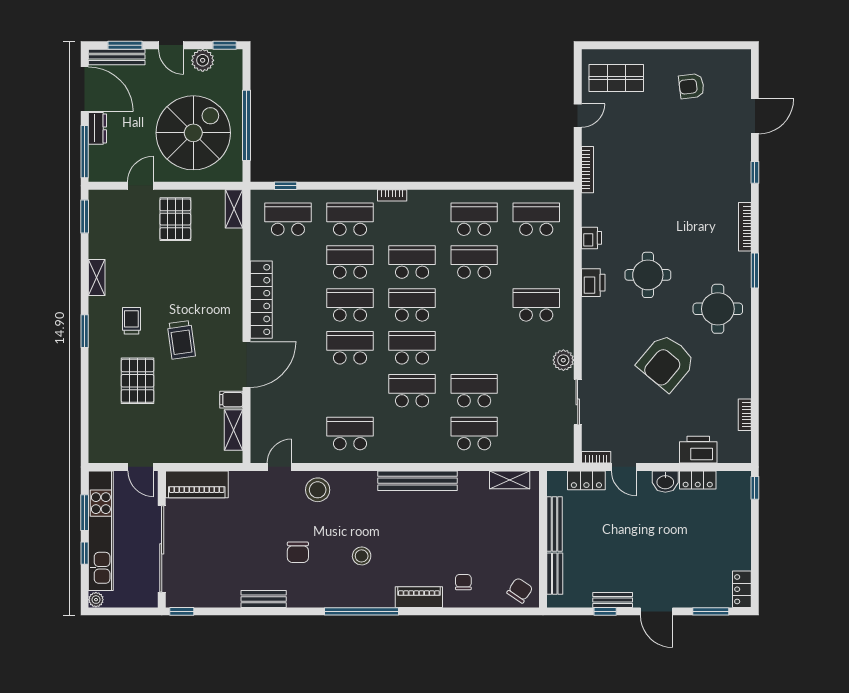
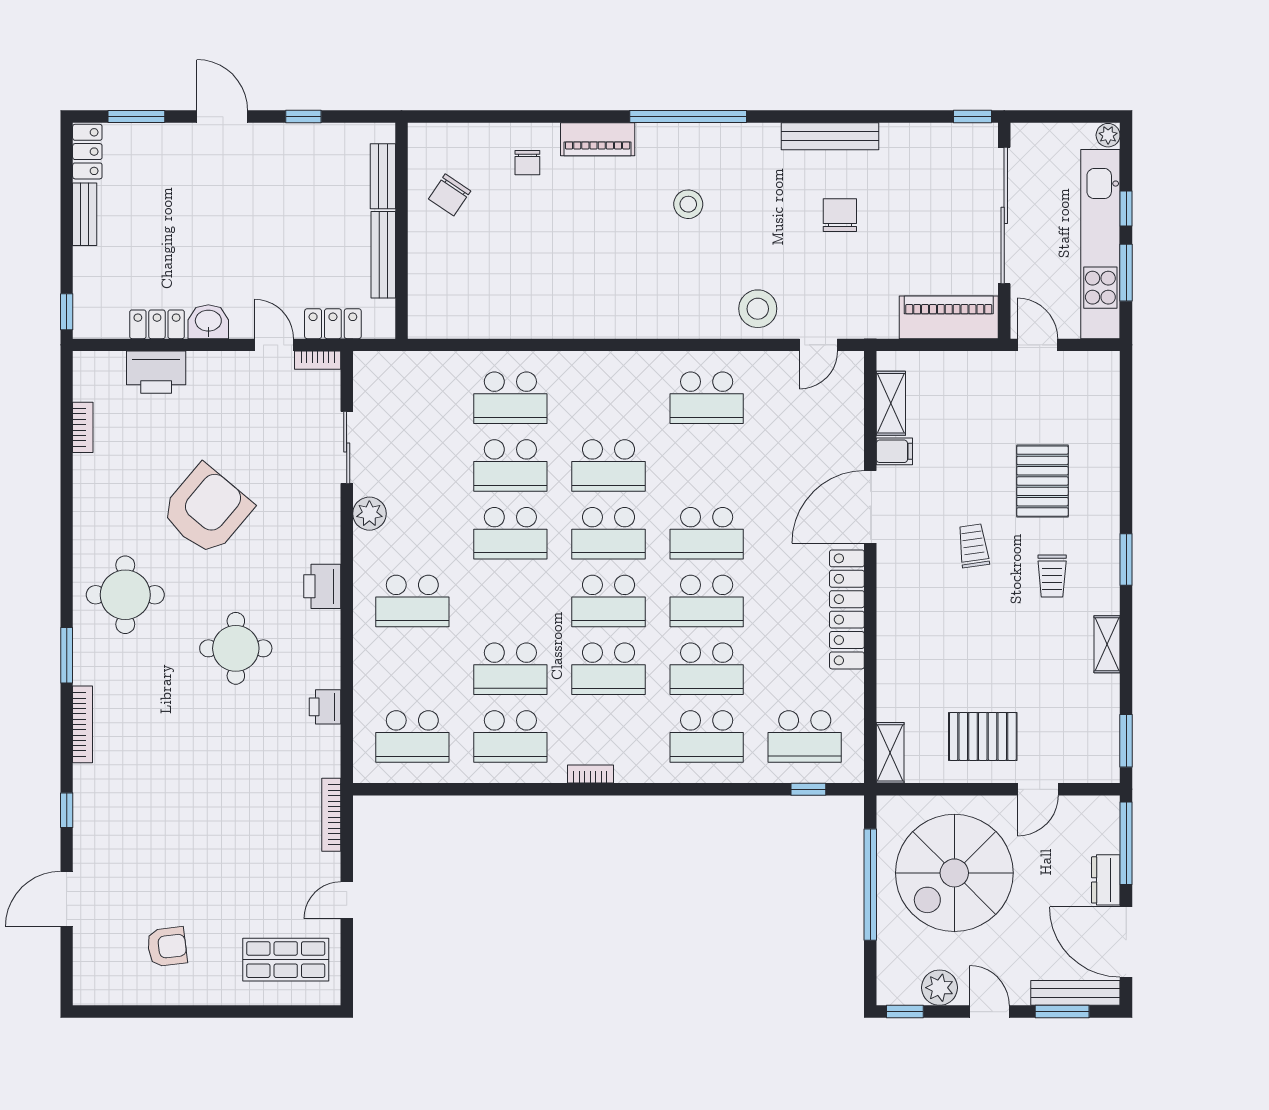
bookcase: (392, 195) -> (590, 774), moved
pallet: (175, 219) -> (983, 736), turned 90
printer: (593, 283) -> (322, 586), moved
trolley: (181, 340) -> (973, 546), width x0.73, depth x0.72
school desk: (474, 348) -> (510, 533), added
shelving: (510, 480) -> (454, 325), removed
bench: (418, 481) -> (600, 323), removed
chair: (298, 552) -> (840, 215), moved
chair: (520, 590) -> (450, 195), moved
bench: (264, 599) -> (830, 136), width x1.36
bench: (613, 600) -> (85, 214), moved, turned 90

